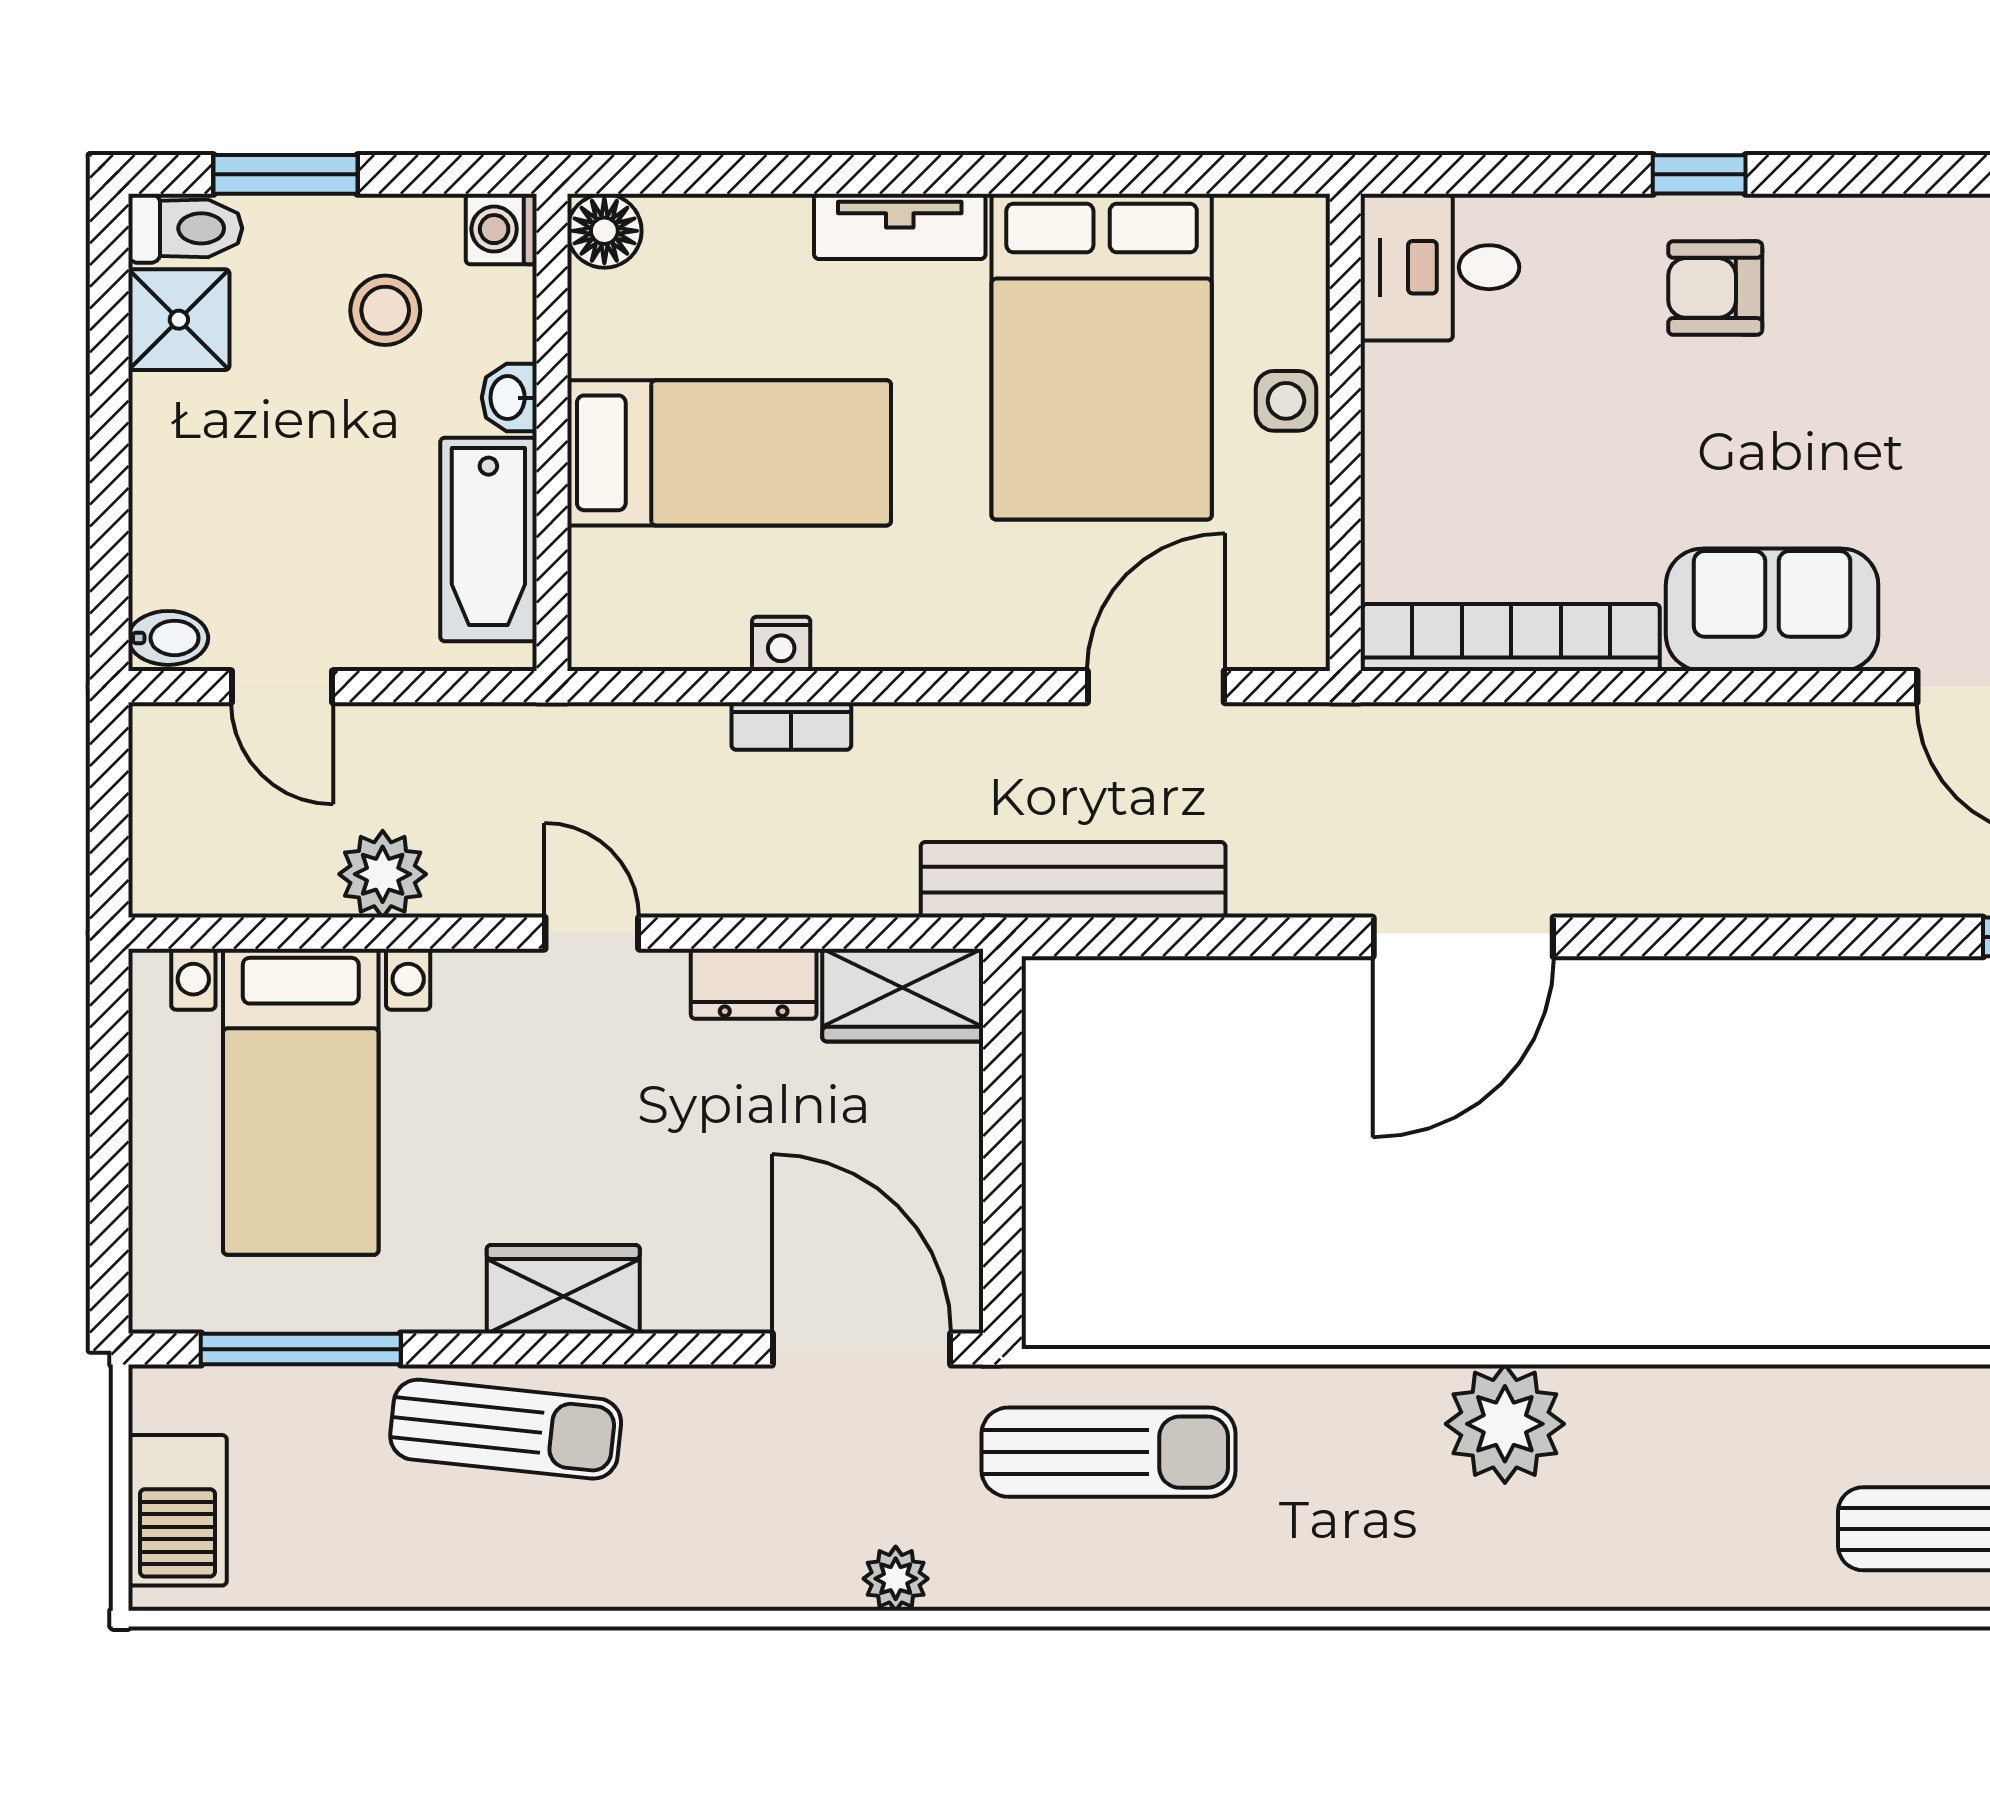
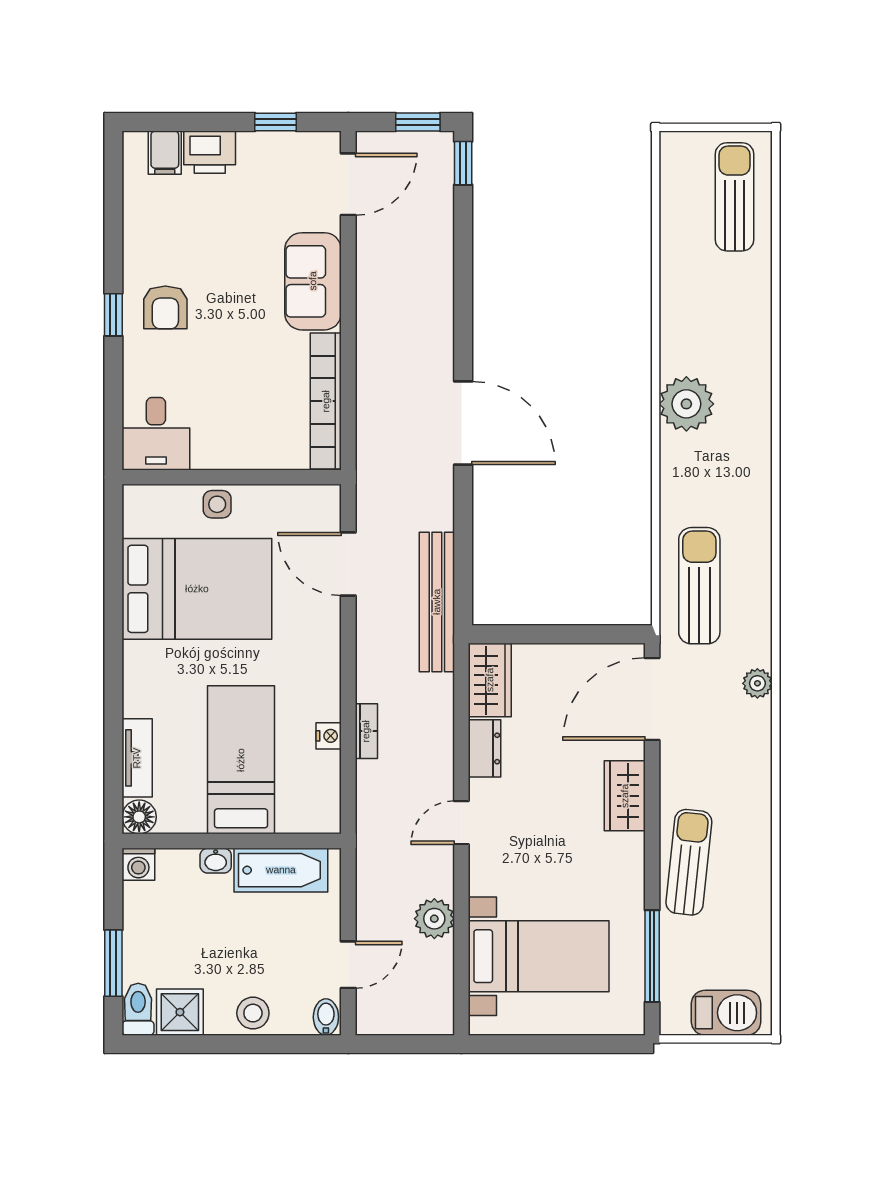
tv unit: (900, 226) -> (137, 758), moved
stool: (385, 310) -> (253, 1013), moved
wardrobe: (563, 1289) -> (625, 796), moved

